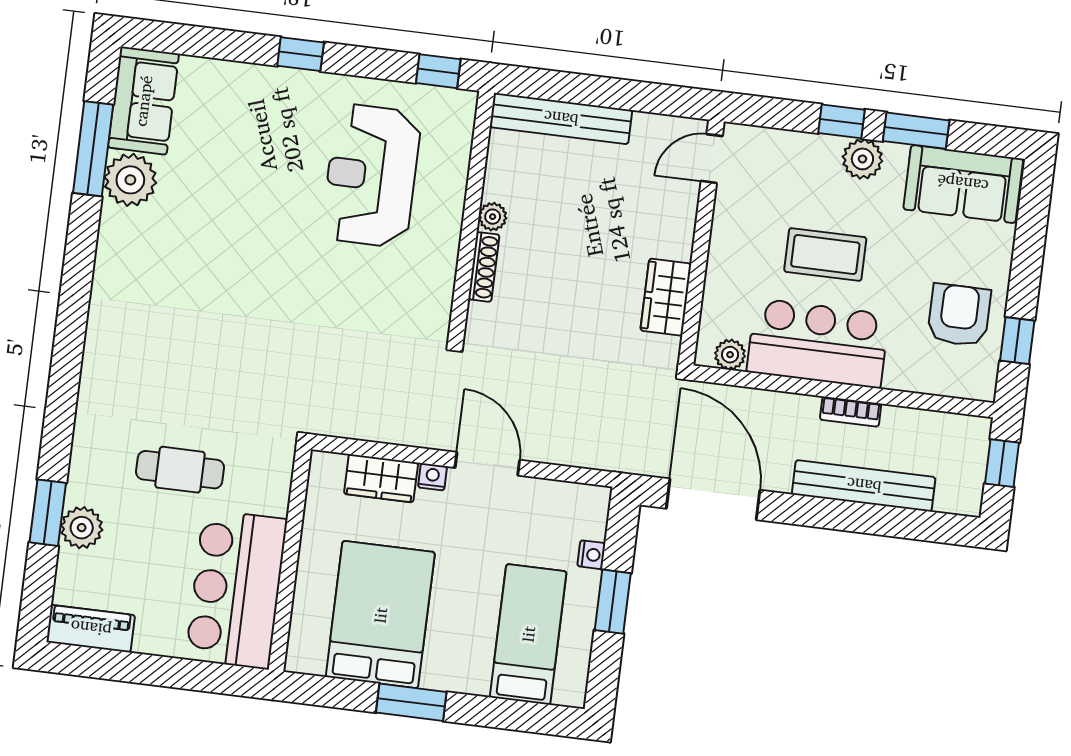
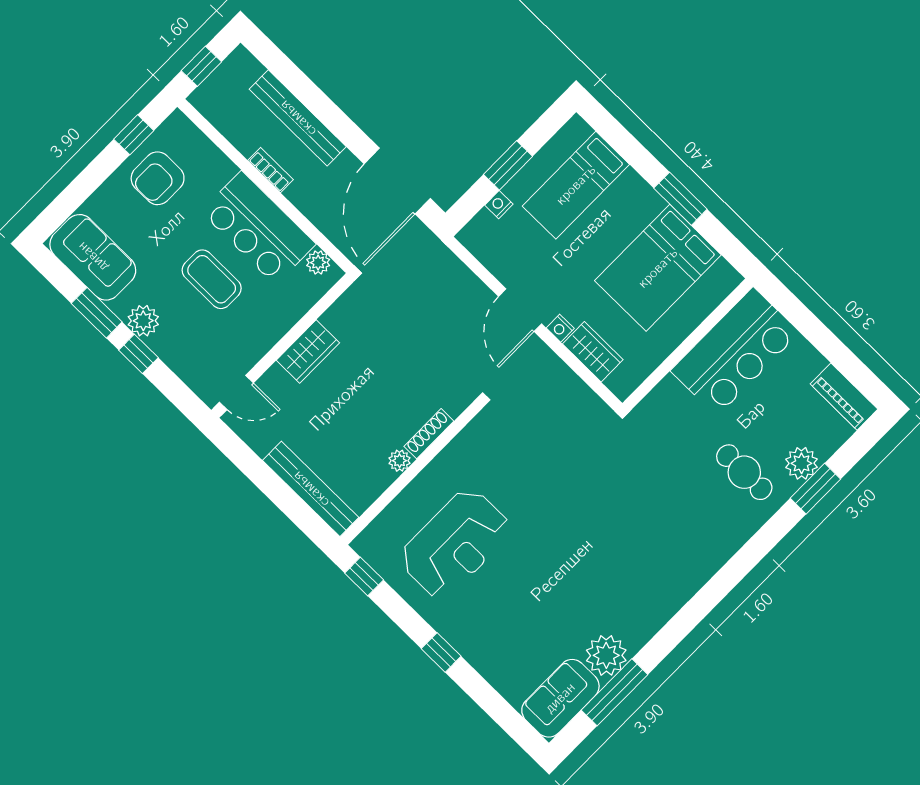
wardrobe: (666, 297) -> (308, 351), moved
cafe table: (180, 470) -> (744, 472), moved

